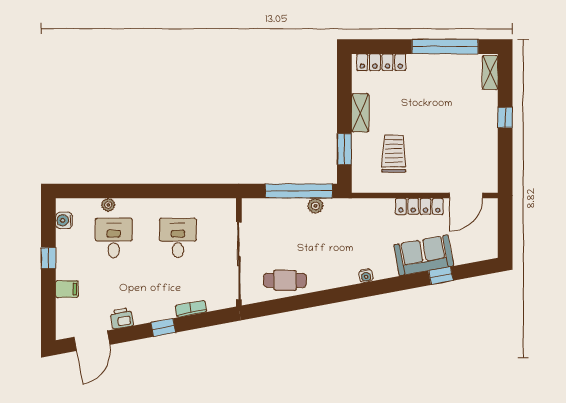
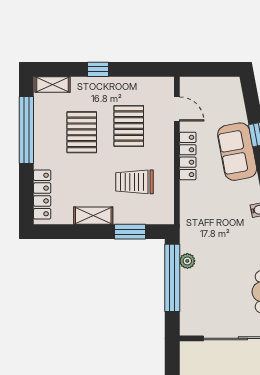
pallet: (443, 101) -> (82, 132), added
pallet: (449, 148) -> (129, 126), added
door: (466, 195) -> (177, 109), width x0.73

